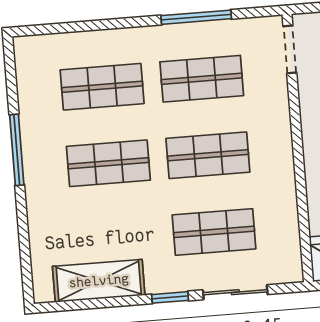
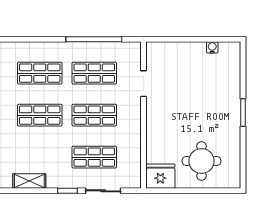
window: (196, 17) -> (94, 39), width x1.46
doorway: (290, 49) -> (144, 84), moved
shelving: (99, 281) -> (29, 181), width x0.67, depth x0.75

